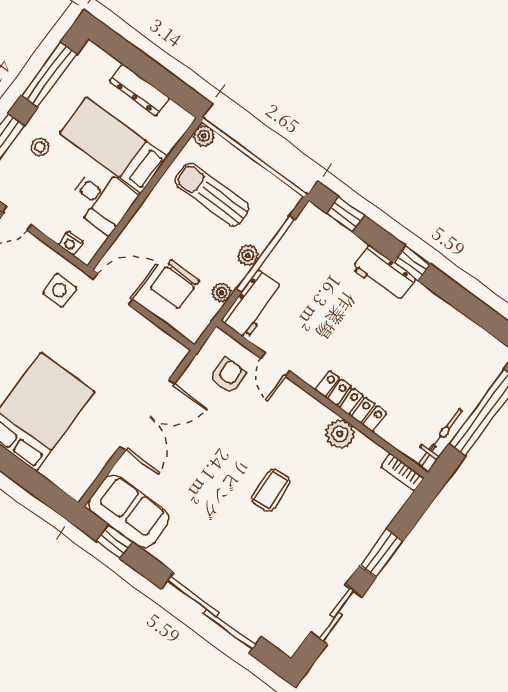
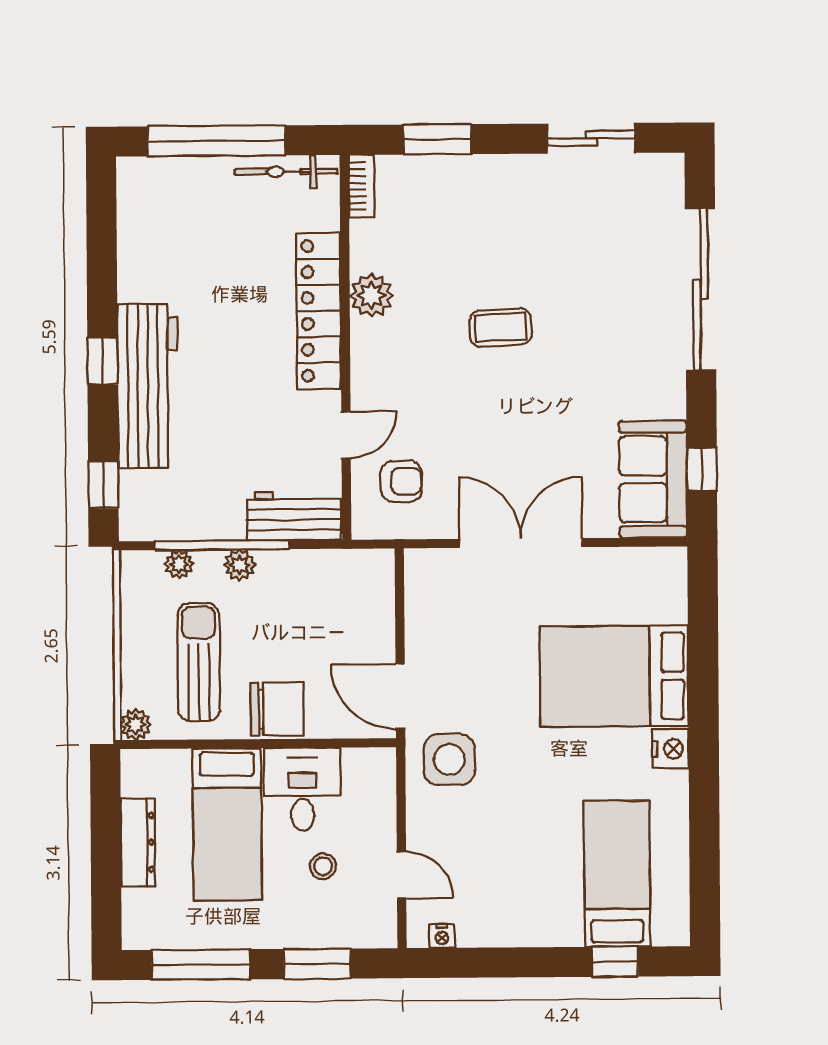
stool: (40, 147) -> (323, 866), moved
sun lounger: (212, 195) -> (199, 662), turned 180
nightstand: (71, 243) -> (383, 788), removed
workbench: (384, 274) -> (147, 386), width x1.88, depth x1.32
chair: (175, 284) -> (277, 709), moved
side table: (60, 290) -> (449, 760), width x1.37, depth x1.37
plant: (222, 293) -> (179, 564), moved
armchair: (228, 376) -> (401, 481), turned 180
locker: (351, 401) -> (319, 311), width x1.41, depth x1.21
window: (381, 553) -> (437, 139), moved

